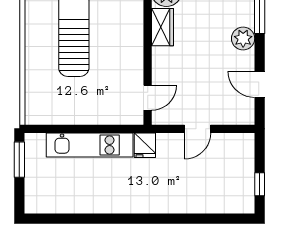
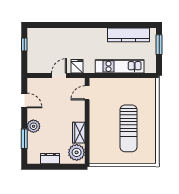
fridge: (145, 145) -> (77, 66), moved
window: (19, 160) -> (159, 45), moved
kitchen counter: (74, 201) -> (129, 35), added

